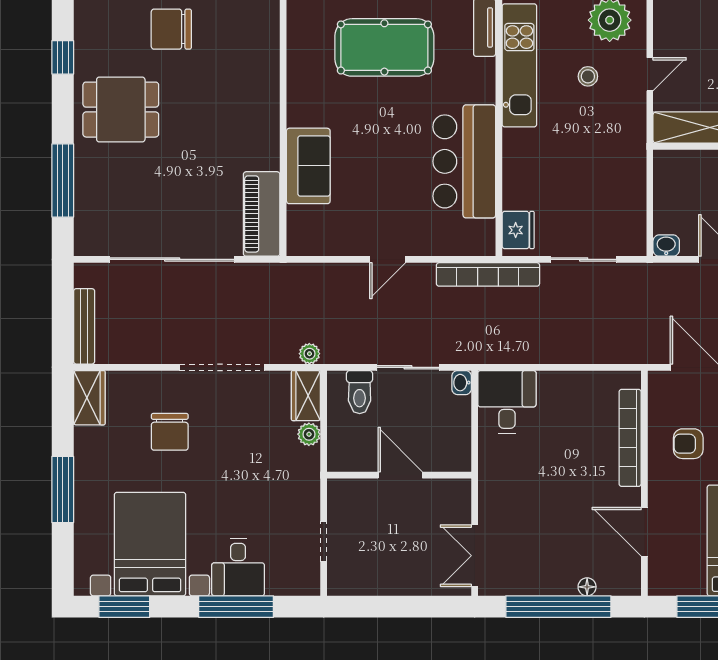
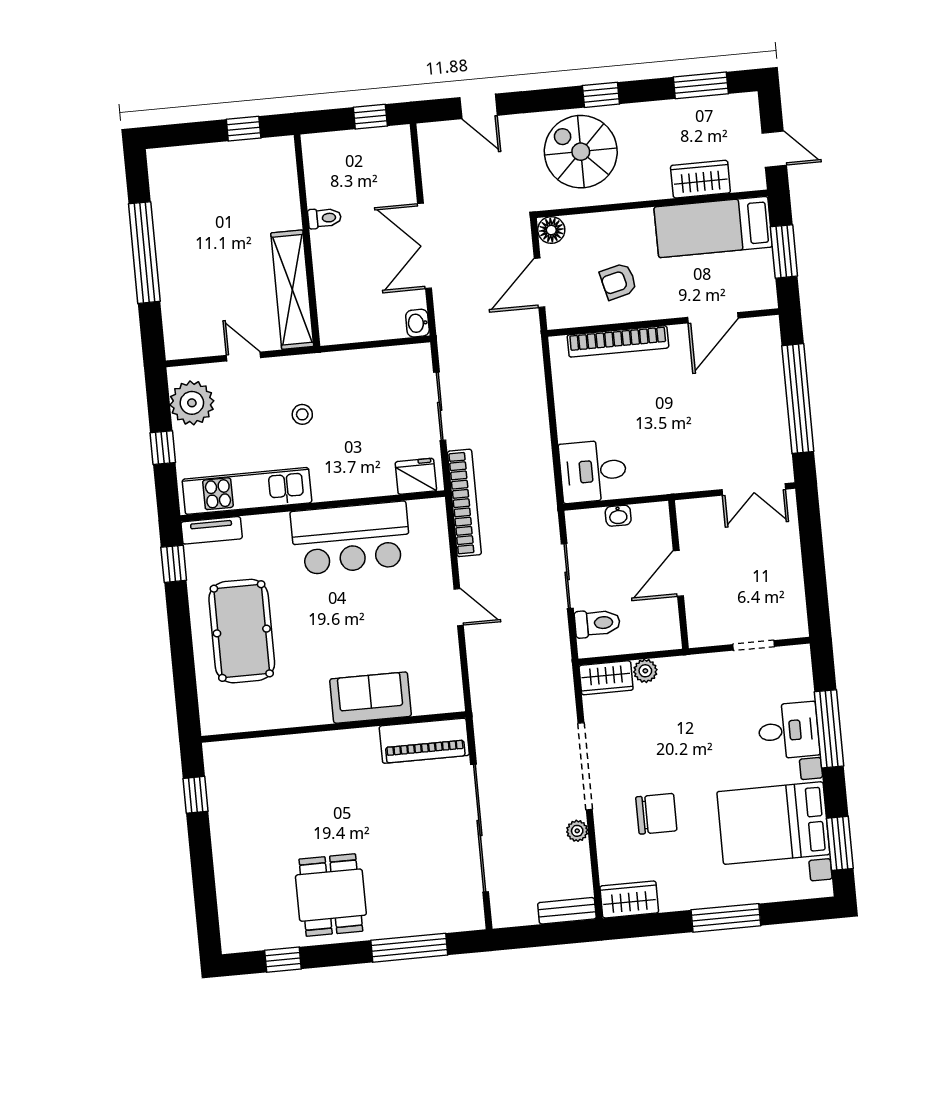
chair: (171, 29) -> (244, 851), removed
stool: (588, 76) -> (302, 414), moved
bench: (84, 326) -> (567, 911), width x0.73
plant: (309, 354) -> (577, 831), moved
washbasin: (462, 383) -> (618, 516), moved
armchair: (688, 444) -> (618, 281), turned 76
floor lamp: (587, 587) -> (775, 371), removed

